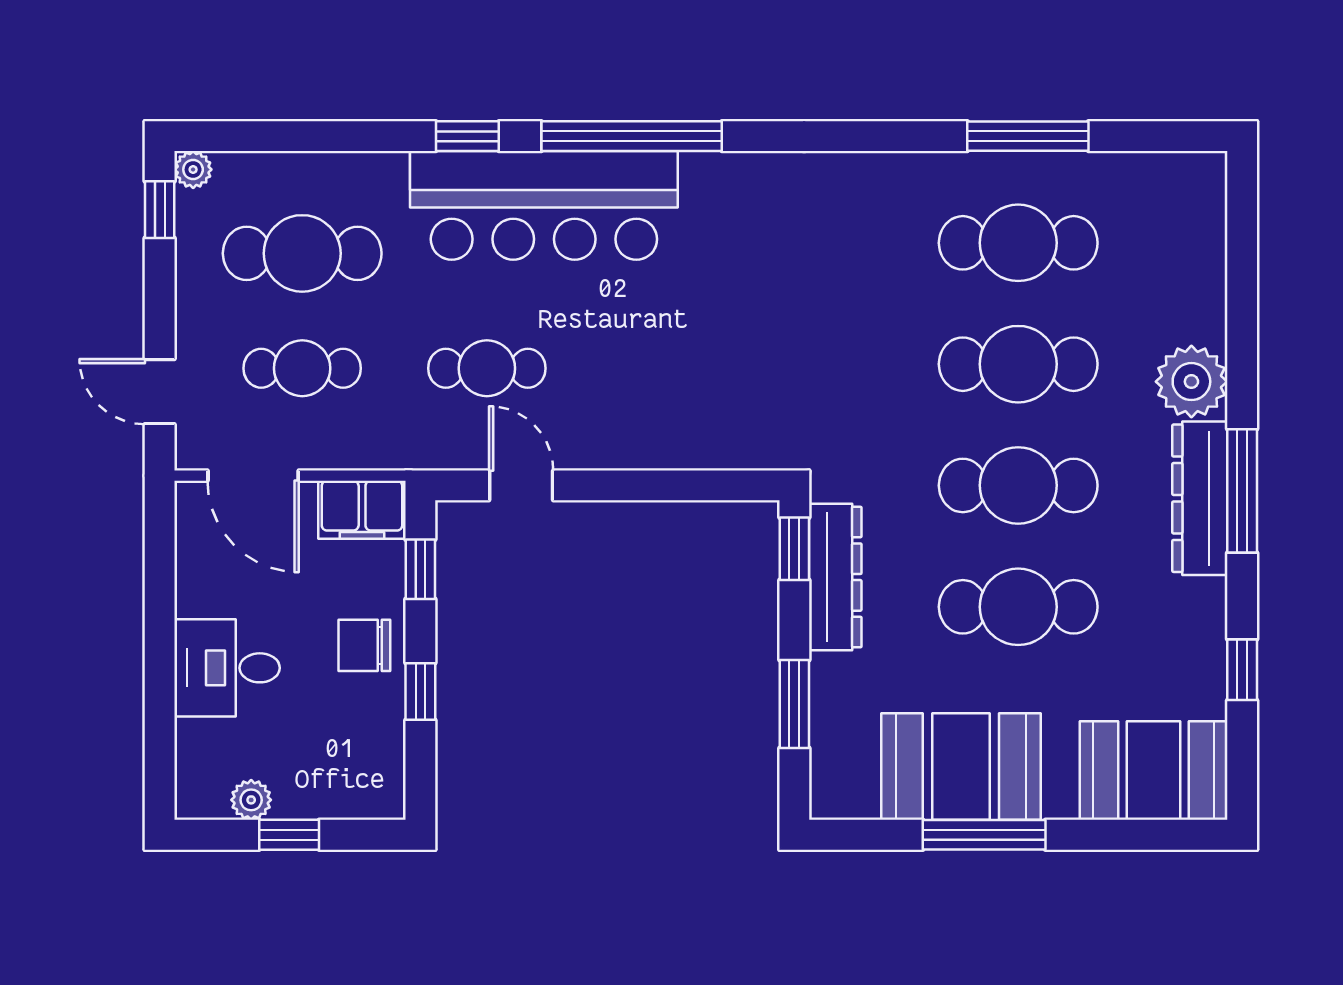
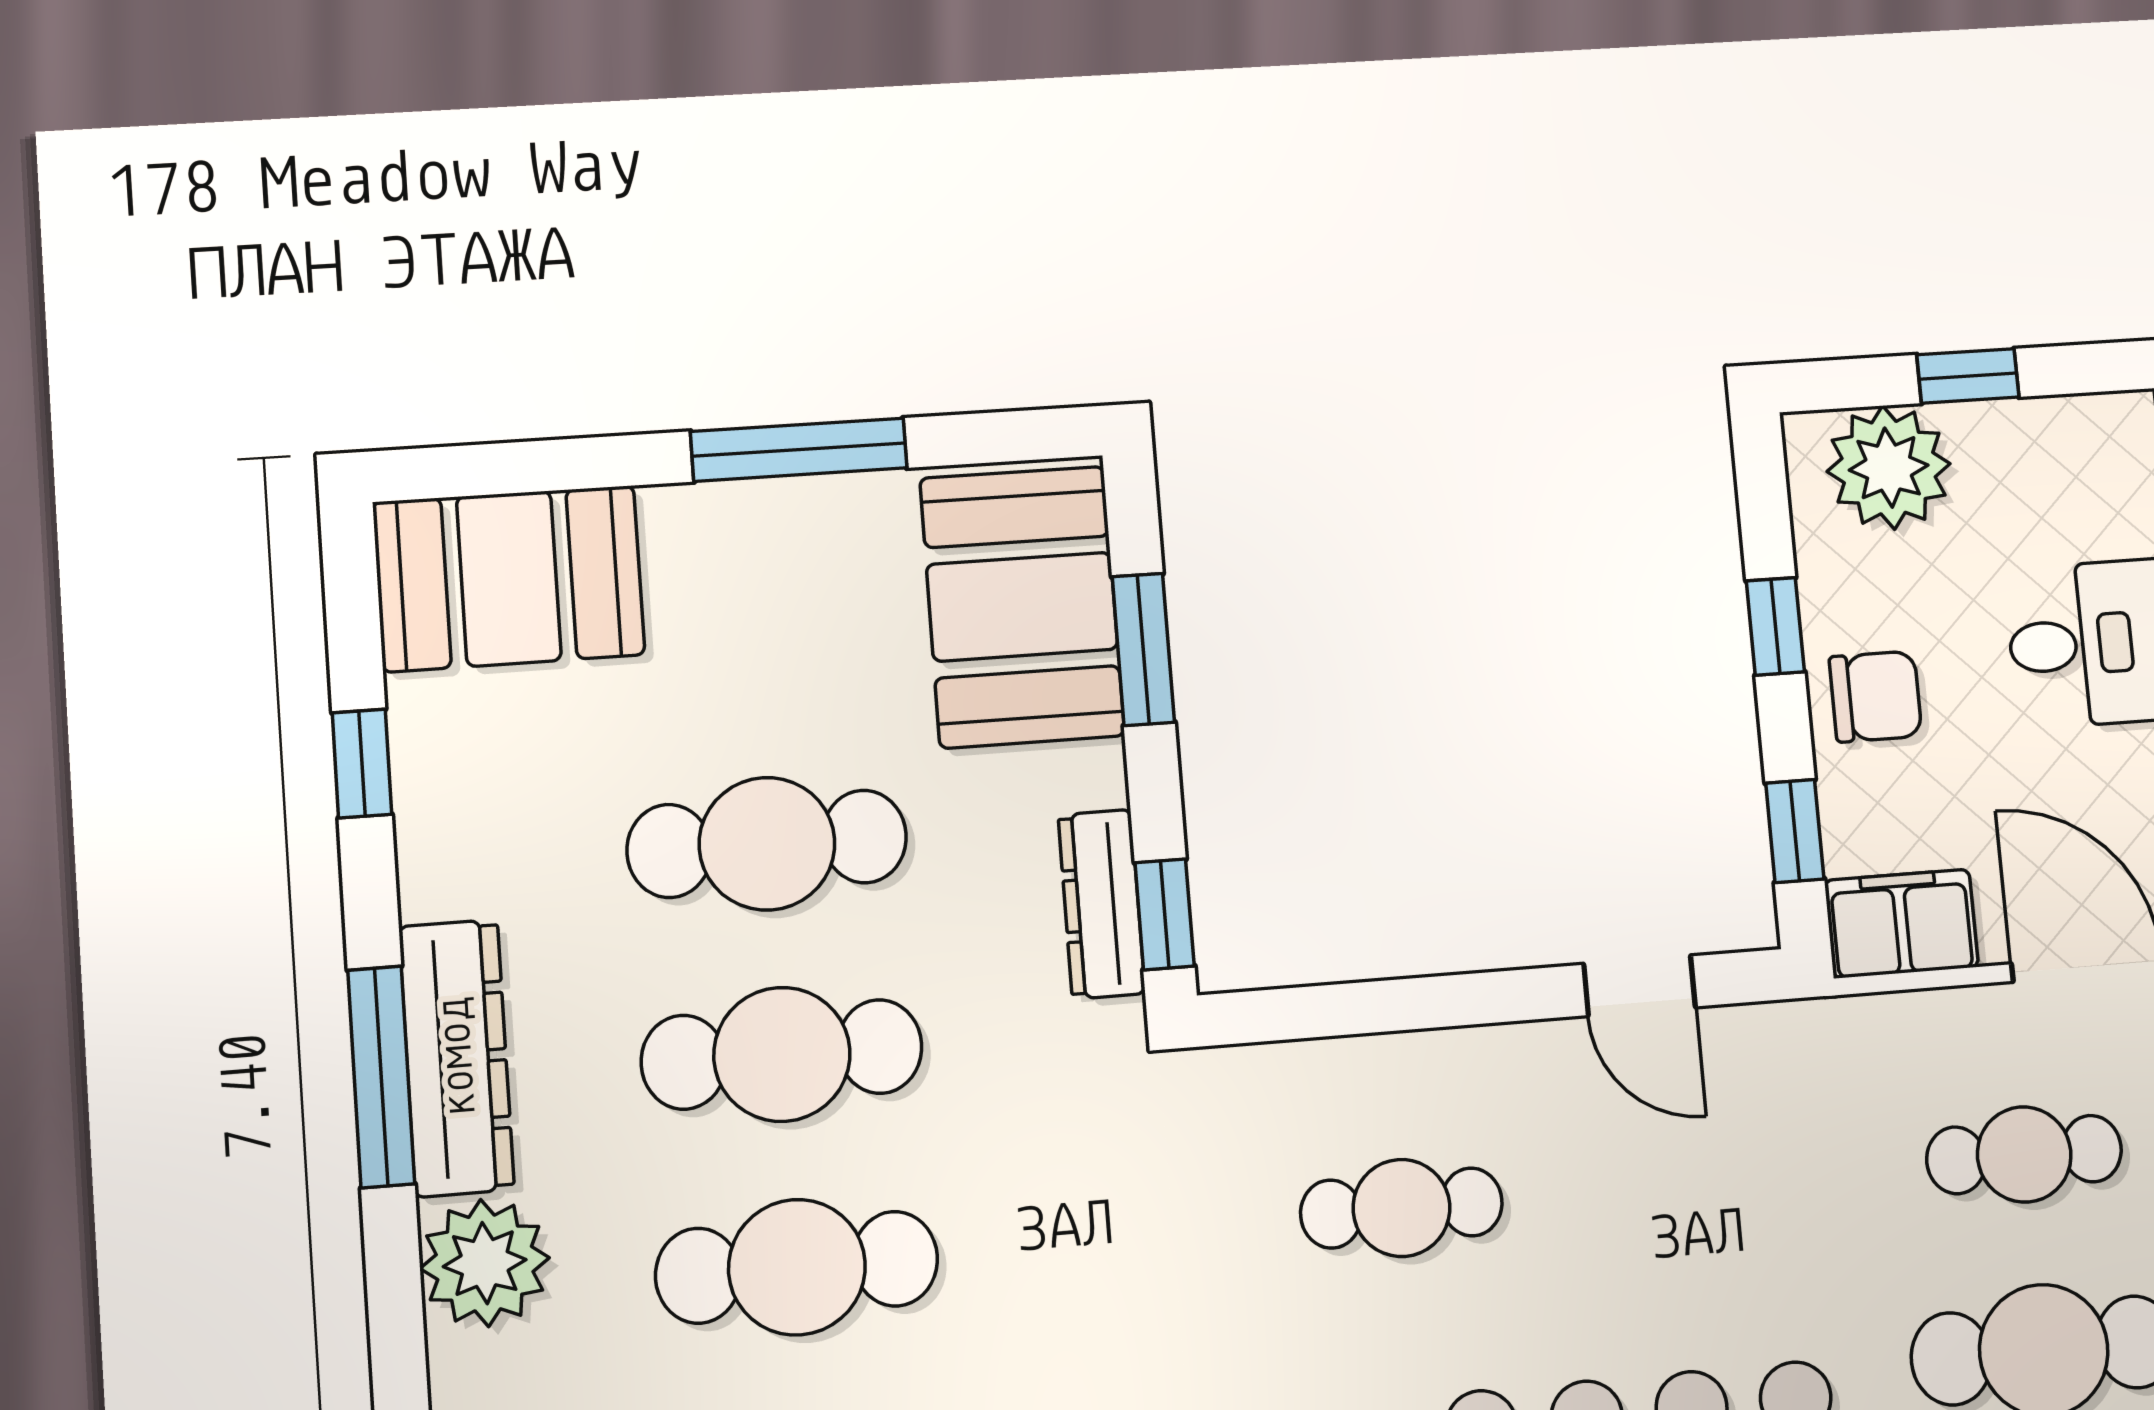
cafe table: (487, 368) -> (1402, 1208), moved
dresser: (835, 577) -> (1102, 904), width x0.73, depth x0.80
booth: (961, 767) -> (1022, 607), moved, turned 90
plant: (251, 800) -> (1889, 468), moved, width x1.88, depth x1.88

